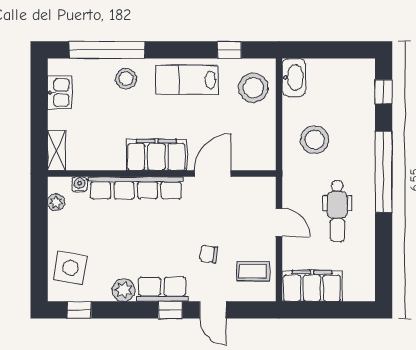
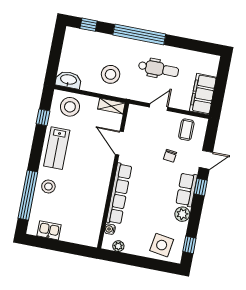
shelving: (57, 150) -> (111, 106), moved
filing cabinet: (156, 155) -> (100, 177), removed

